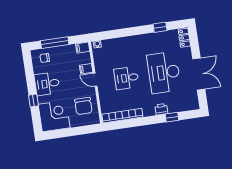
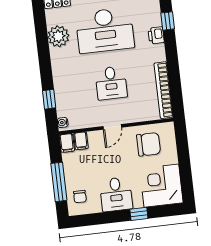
window: (160, 27) -> (49, 99), moved
plant: (159, 39) -> (58, 36), added
filing cabinet: (86, 69) -> (81, 141), moved

